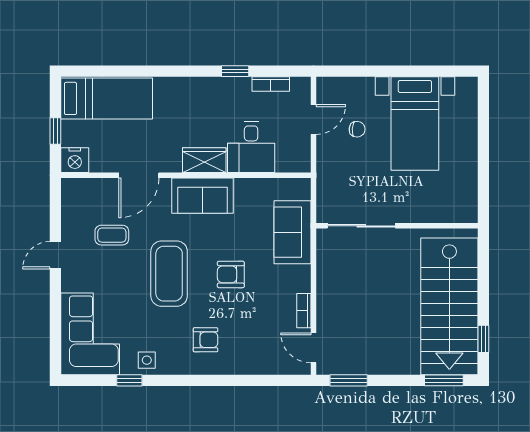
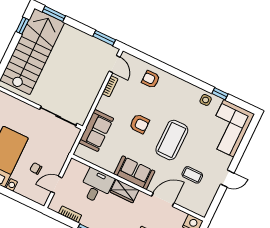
armchair: (205, 340) -> (151, 79), moved

